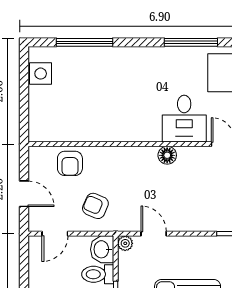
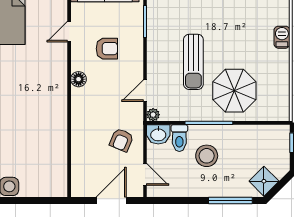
desk: (184, 119) -> (47, 65), removed
armchair: (70, 163) -> (107, 49), moved
door: (24, 194) -> (111, 200), width x1.38

